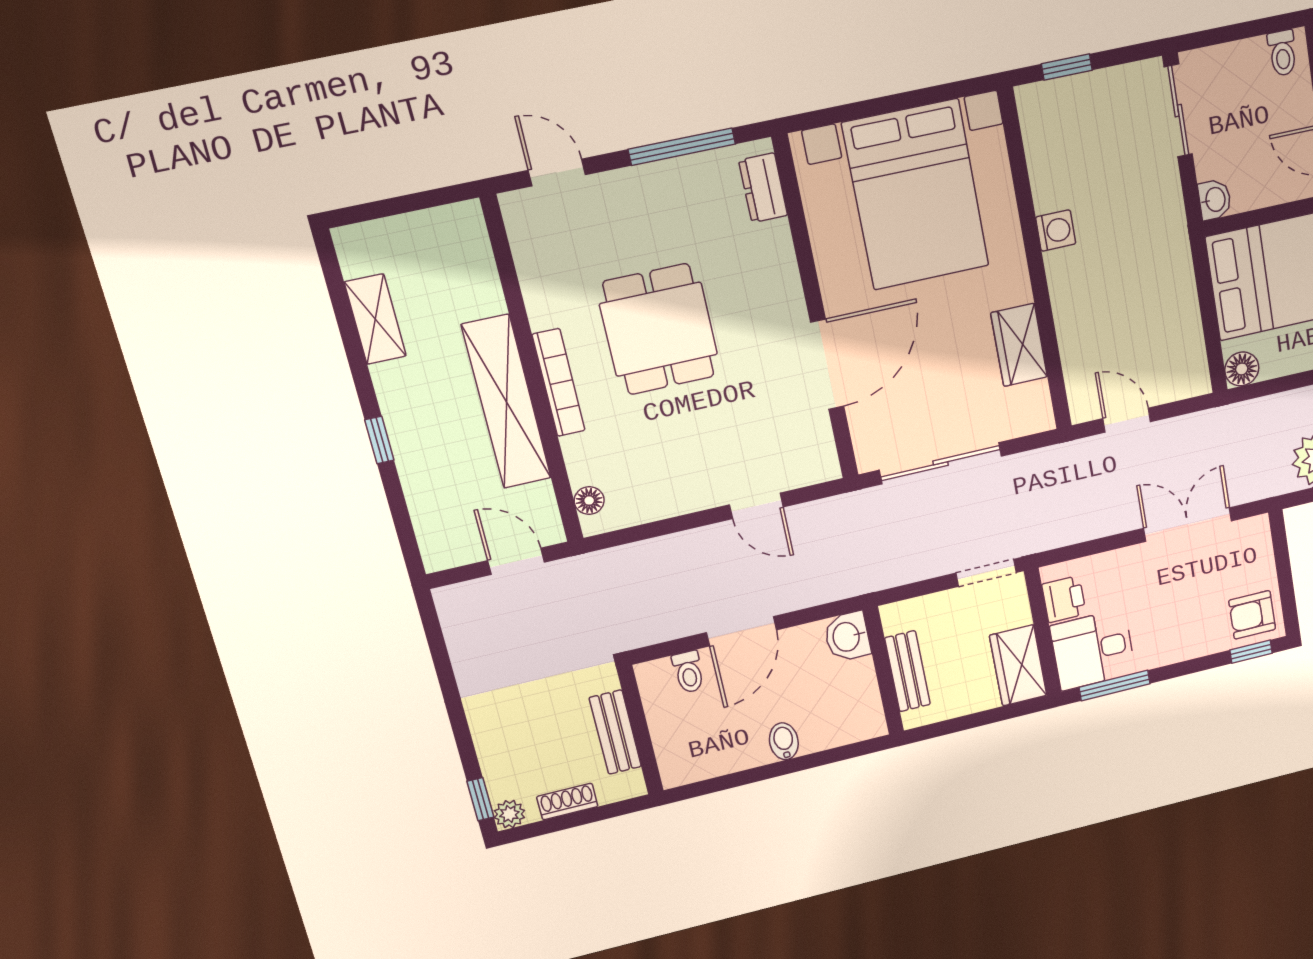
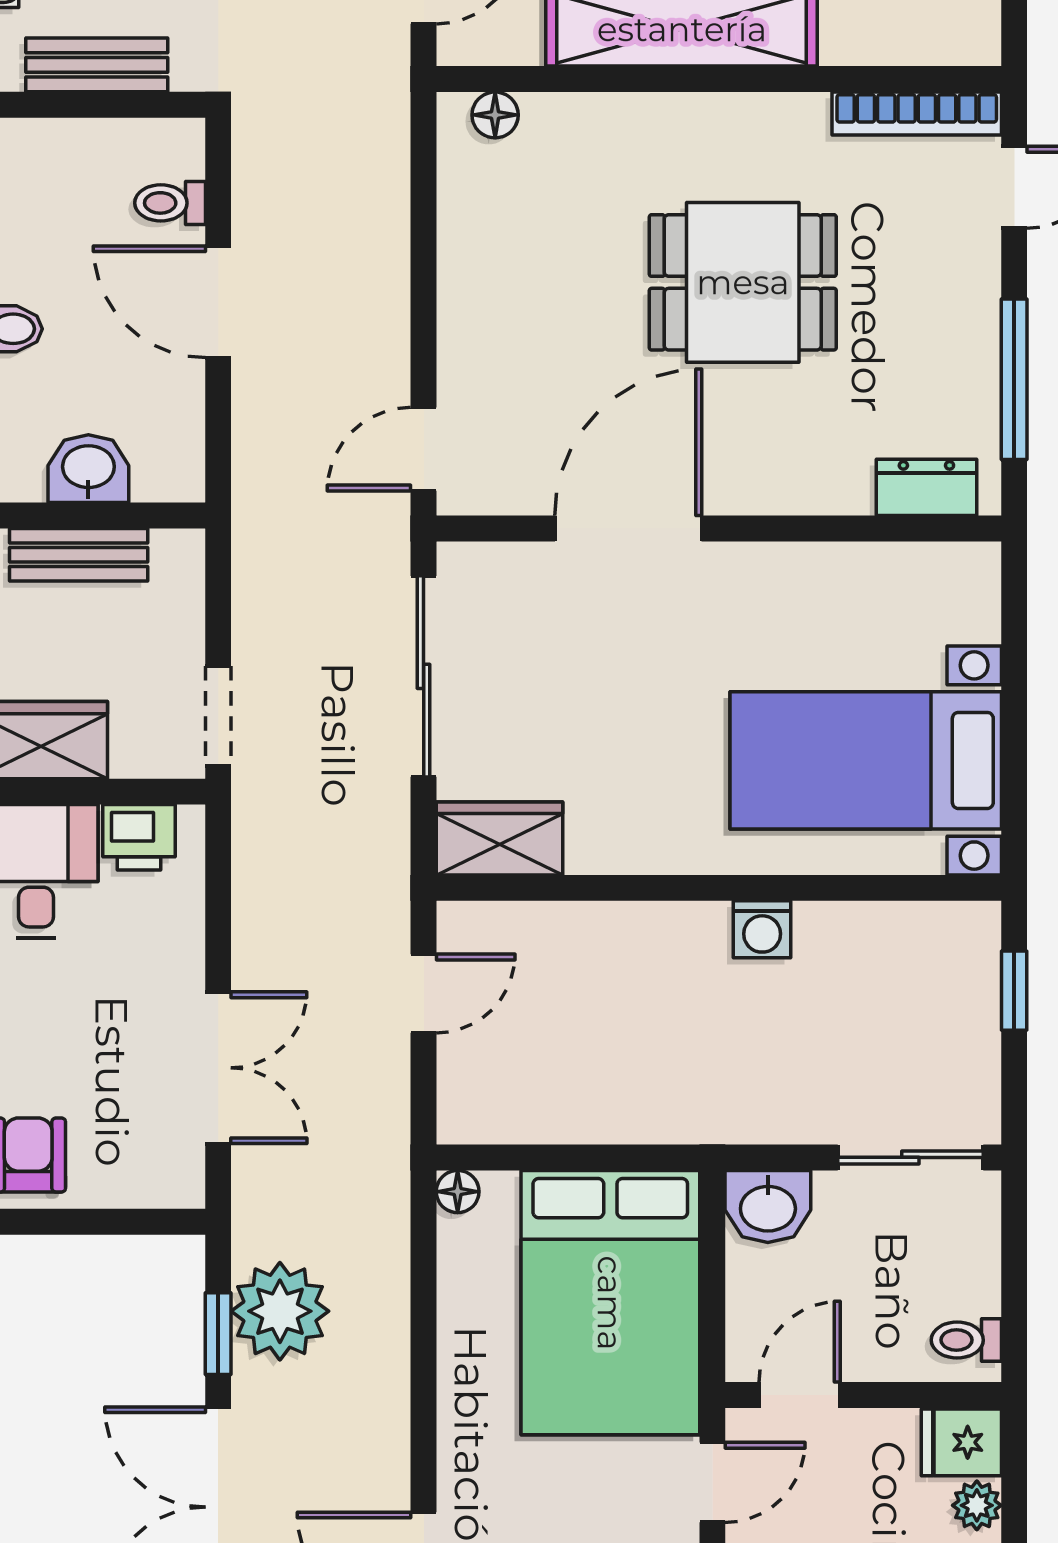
bed with nightstands: (916, 195) -> (866, 760), width x0.73
washbasin: (1215, 200) -> (768, 1206), width x1.38, depth x1.45
wardrobe: (1019, 345) -> (499, 838), moved
door: (827, 364) -> (628, 528), swing flipped
floor lamp: (1242, 369) -> (458, 1192), width x0.73, depth x0.73
bookcase: (559, 383) -> (917, 114), moved
door: (756, 506) -> (424, 449), moved
washbasin: (847, 637) -> (88, 469), moved

